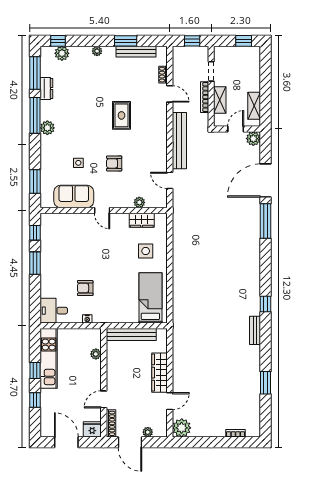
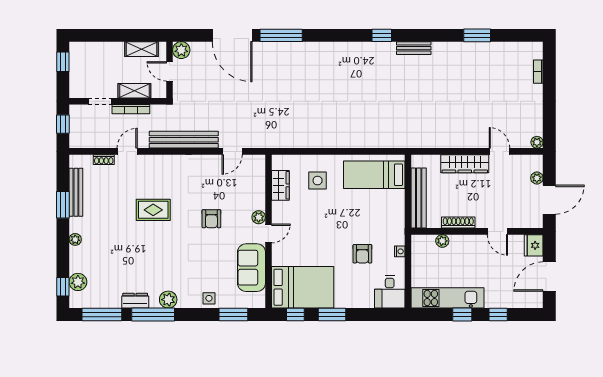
dresser: (46, 88) -> (135, 301), moved
side table: (78, 163) -> (209, 298), moved
plant: (139, 202) -> (259, 217), moved
bed: (58, 239) -> (303, 287), added
shoe rack: (111, 423) -> (458, 223), moved
plant: (182, 428) -> (537, 142), width x0.53, depth x0.53

